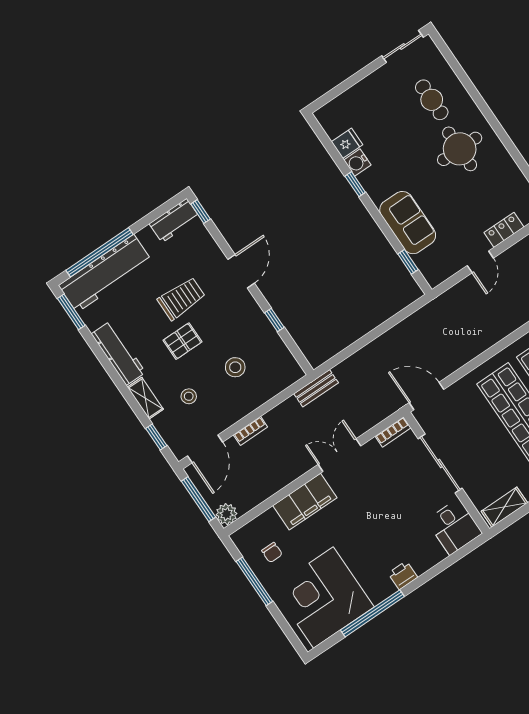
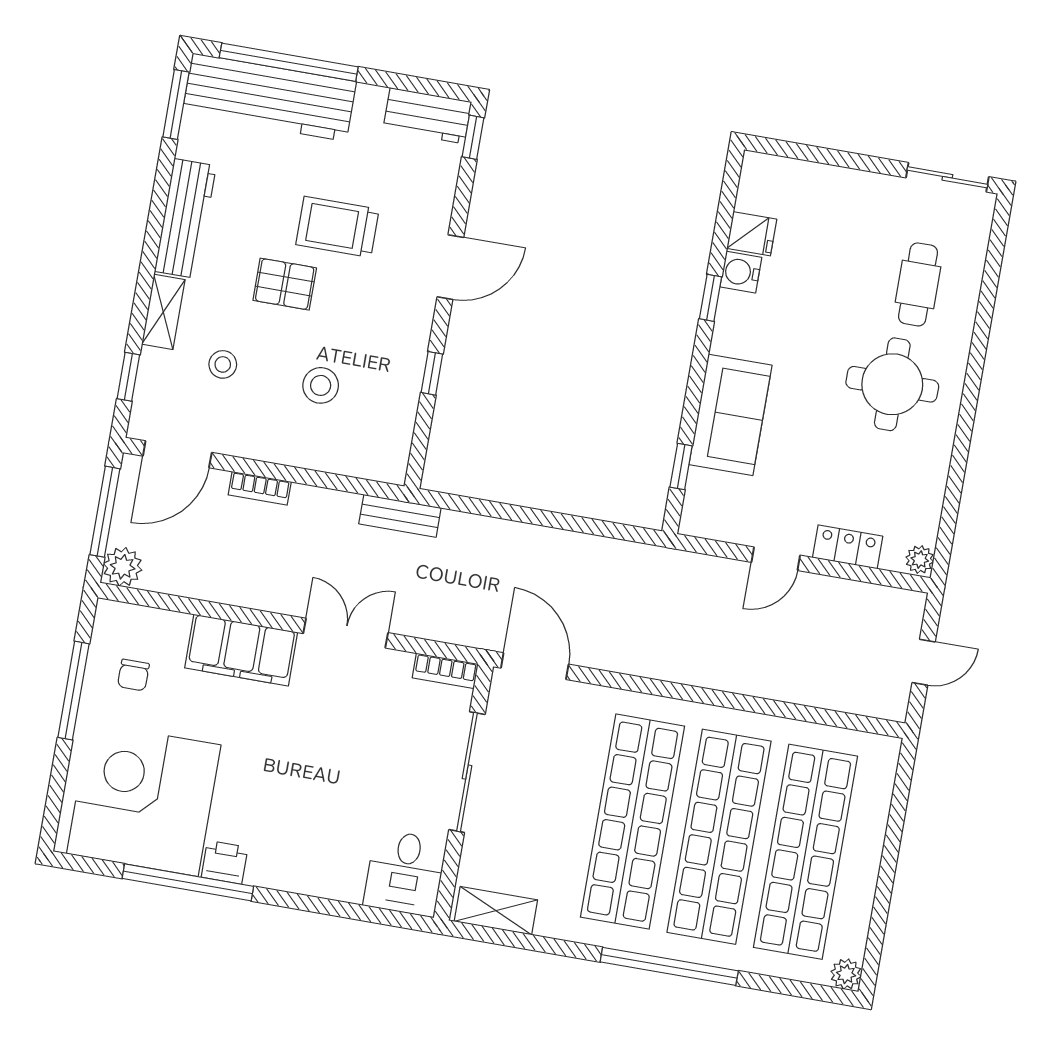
trolley: (181, 298) -> (337, 227), turned 180
printer: (403, 575) -> (225, 862), moved

